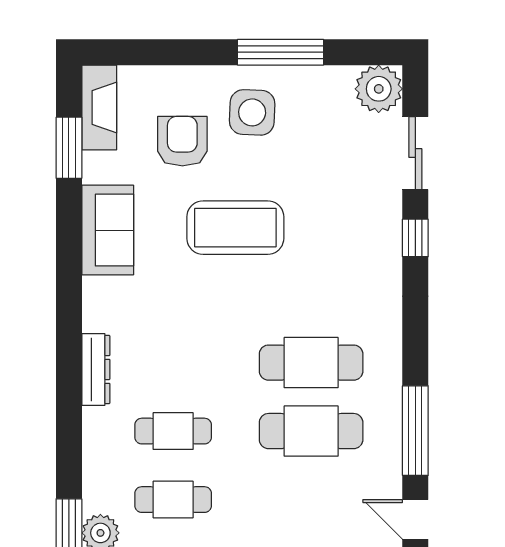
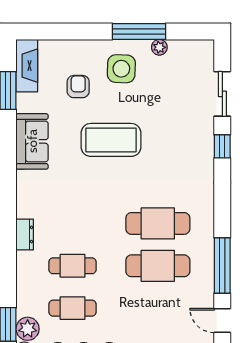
plant: (379, 89) -> (159, 47), moved, width x0.53, depth x0.53
armchair: (182, 141) -> (78, 87), width x0.72, depth x0.72
dresser: (96, 369) -> (25, 234), width x0.70

